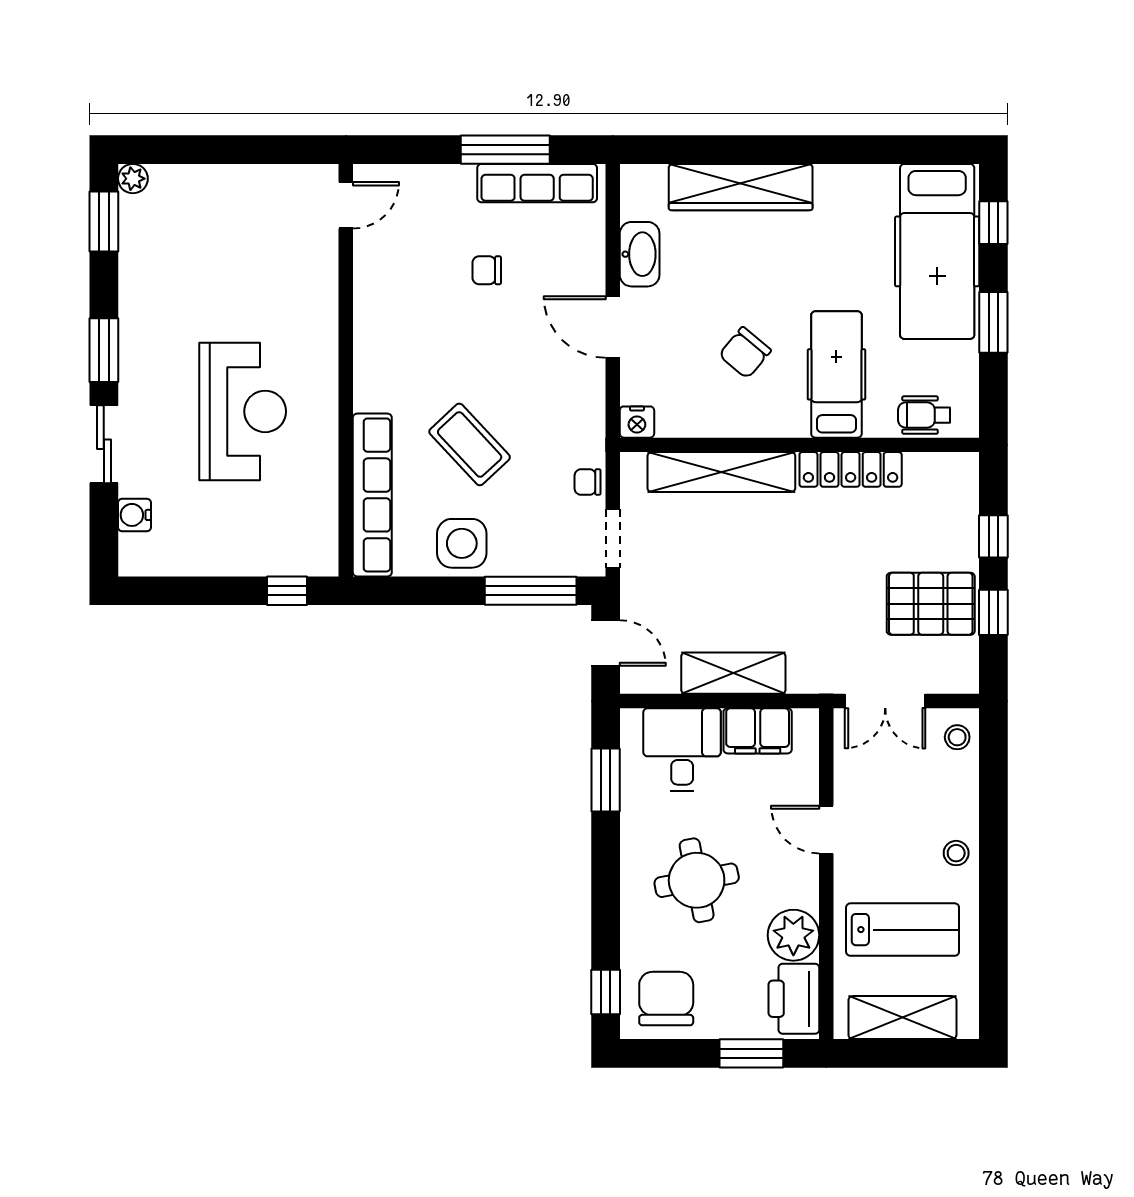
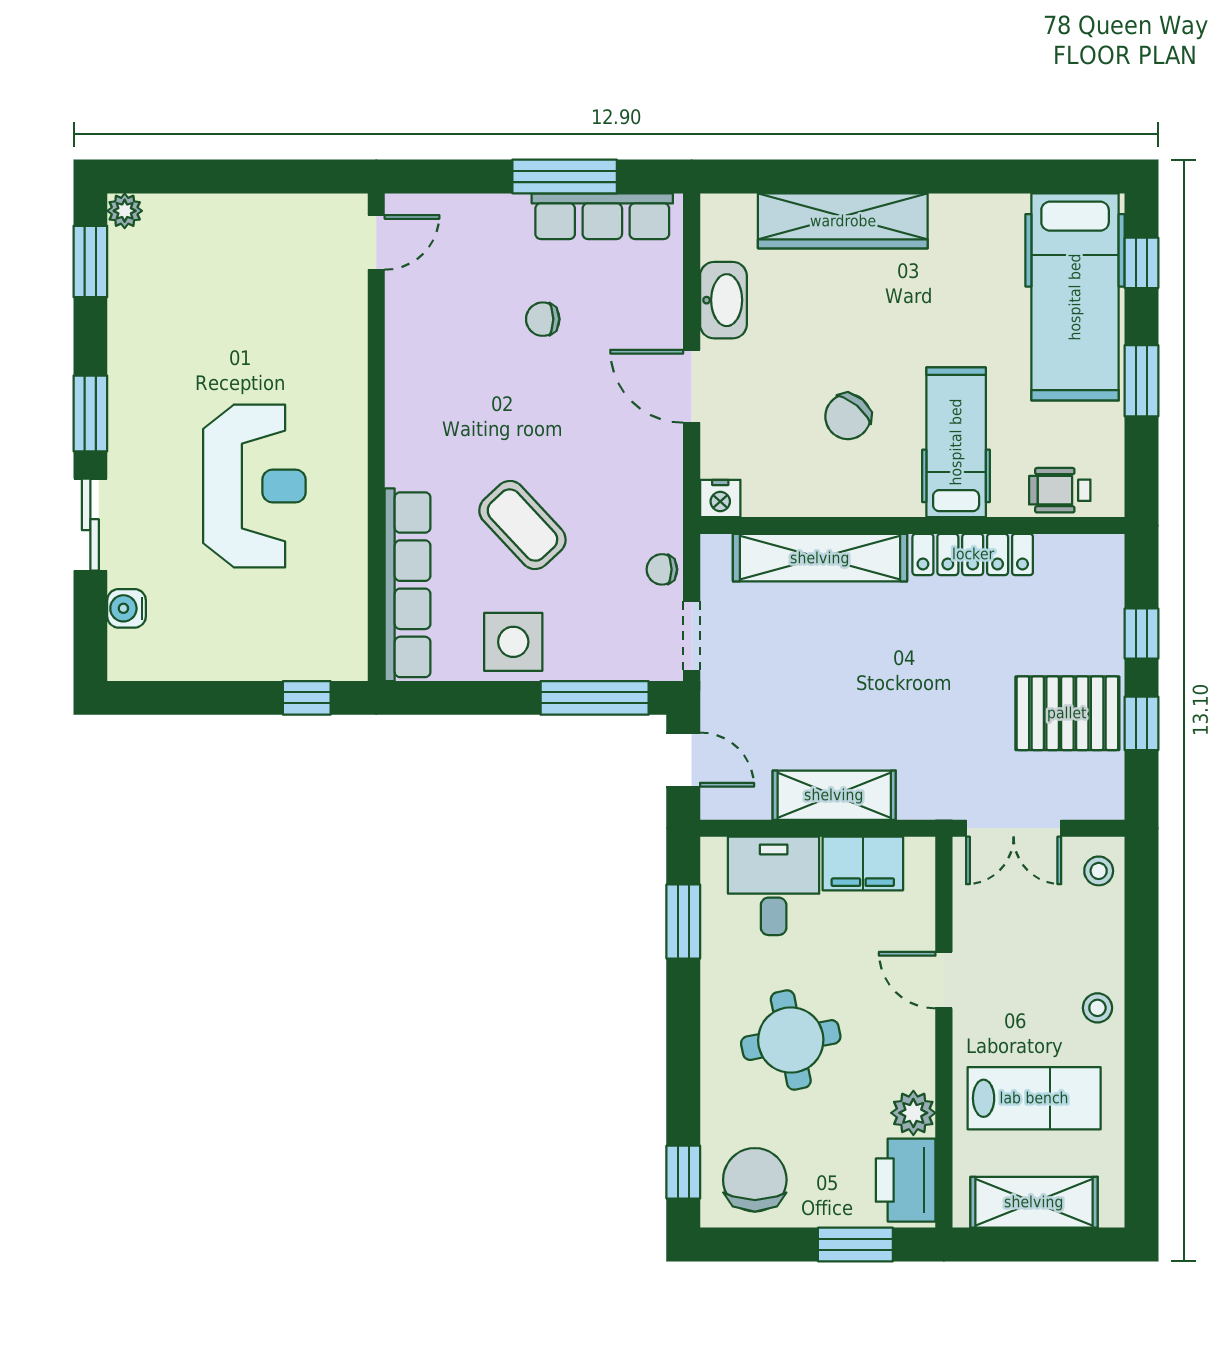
plant: (793, 935) -> (913, 1113), width x0.73, depth x0.73

